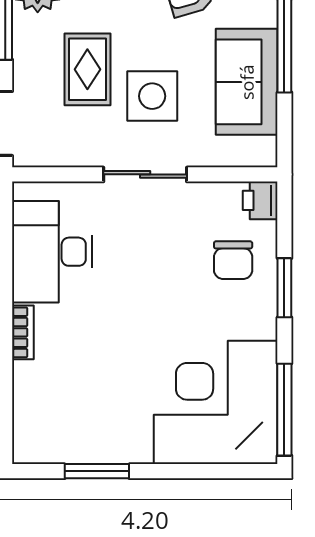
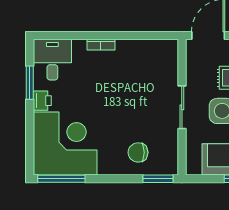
printer: (260, 200) -> (42, 101), moved, turned 90
desk: (52, 252) -> (52, 60), moved, width x0.73
window: (284, 288) -> (158, 179), moved

